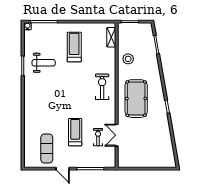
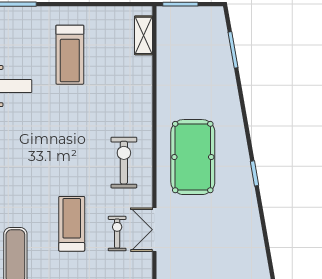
treadmill: (74, 47) -> (70, 55), turned 180
stool: (128, 59) -> (177, 78), removed
exercise bike: (102, 87) -> (124, 163), moved

